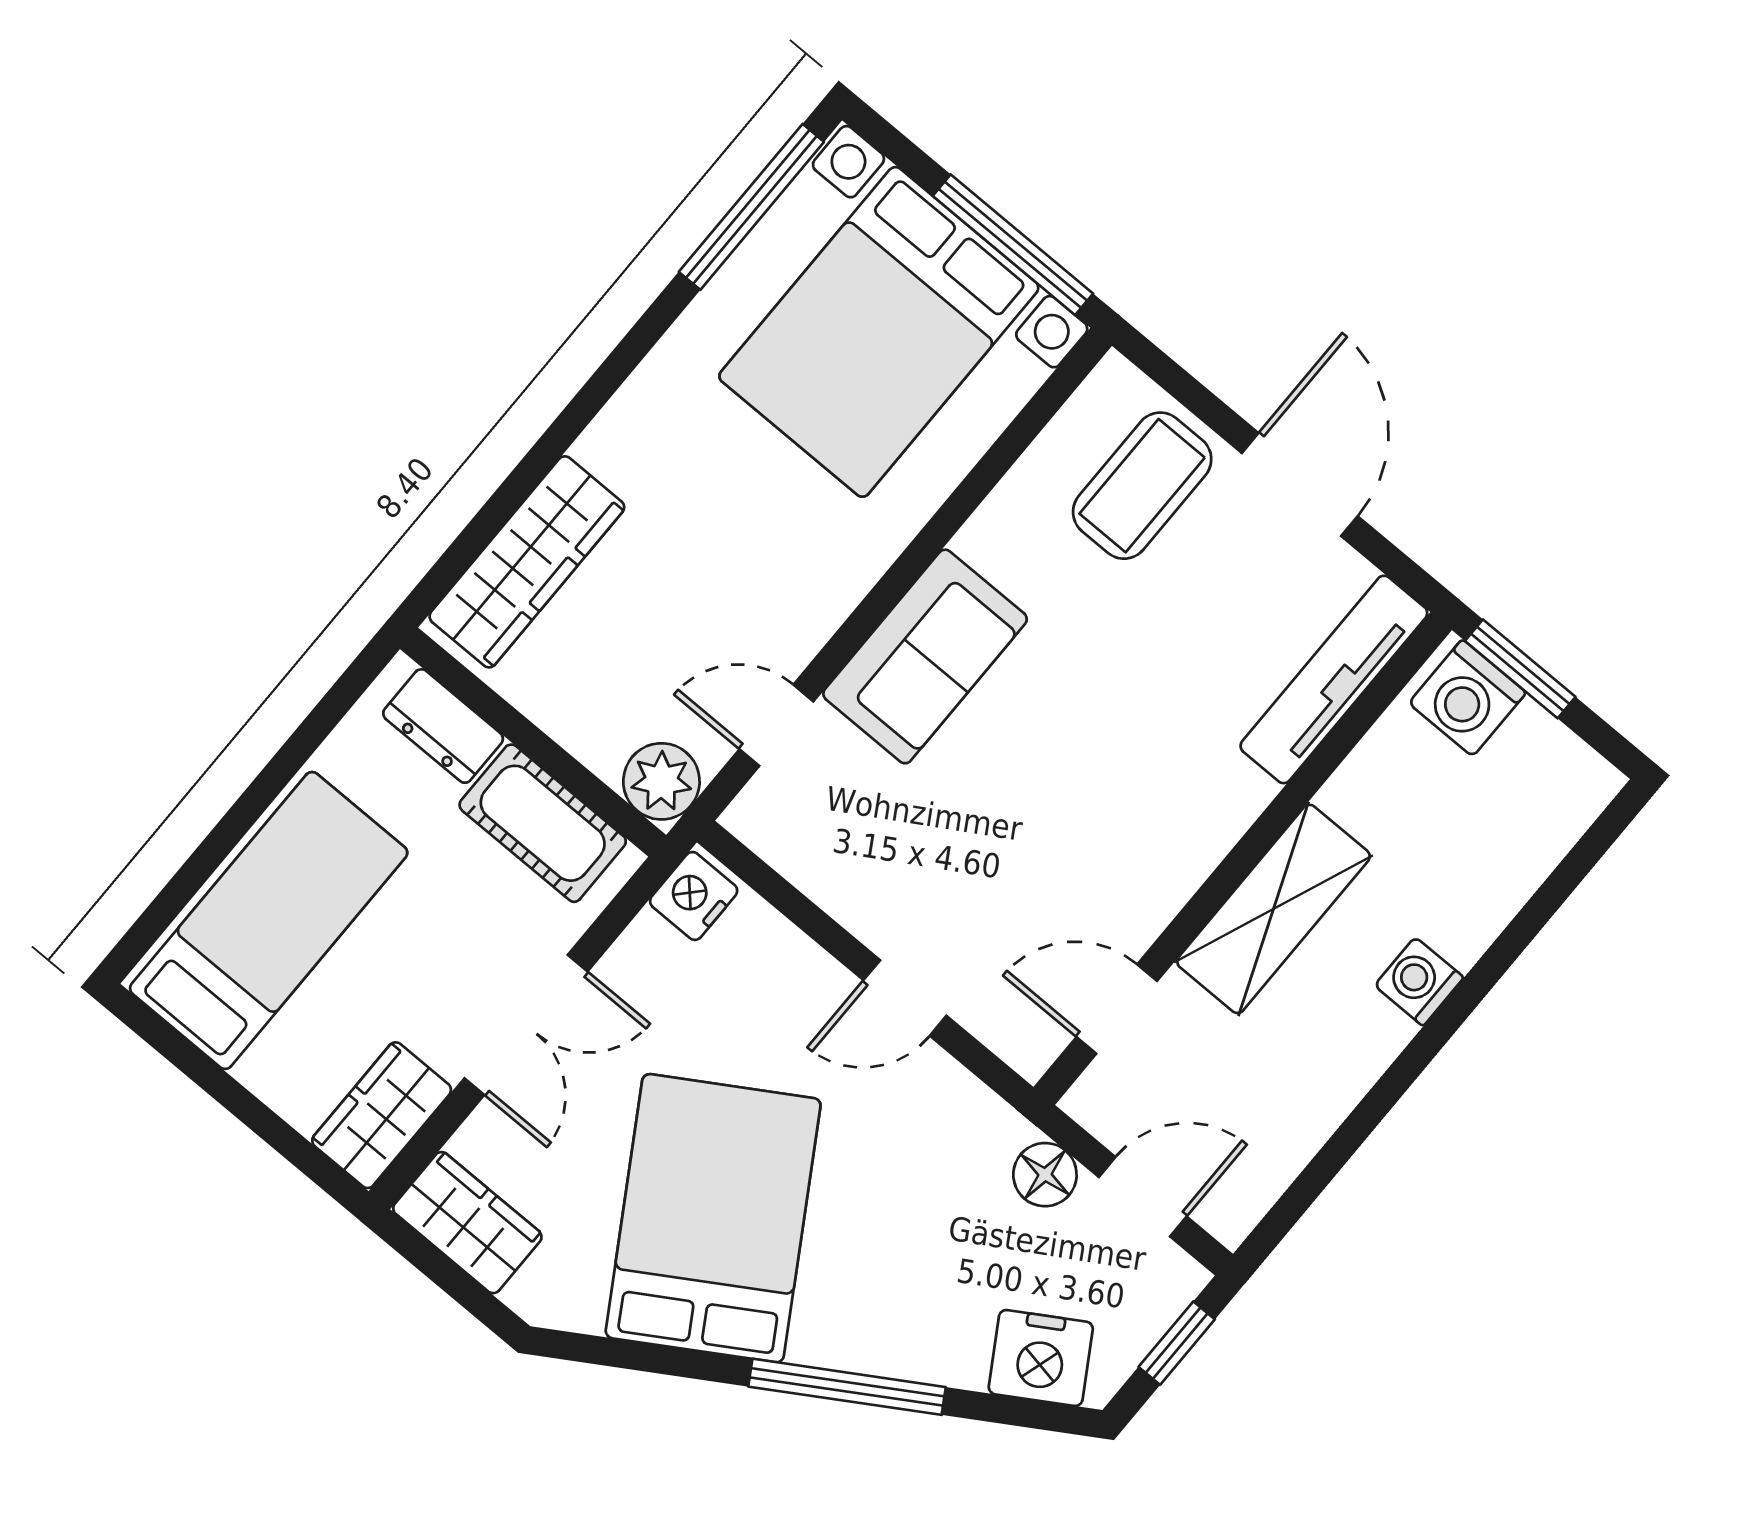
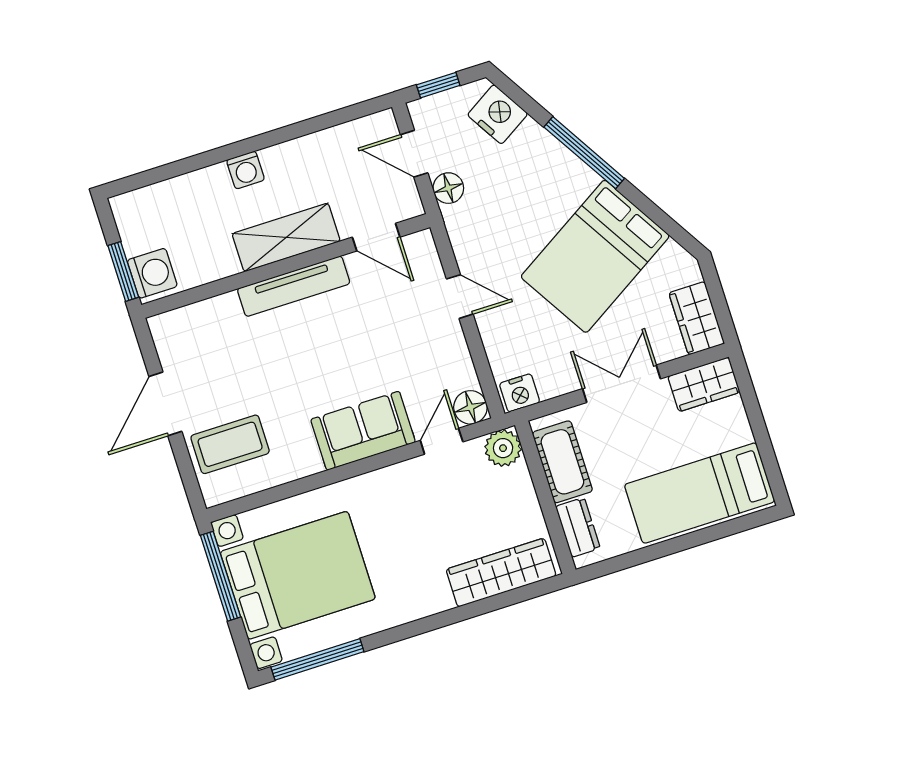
tv unit: (1334, 679) -> (294, 286), moved
door: (776, 725) -> (442, 441), swing flipped
floor lamp: (764, 816) -> (470, 407), added

